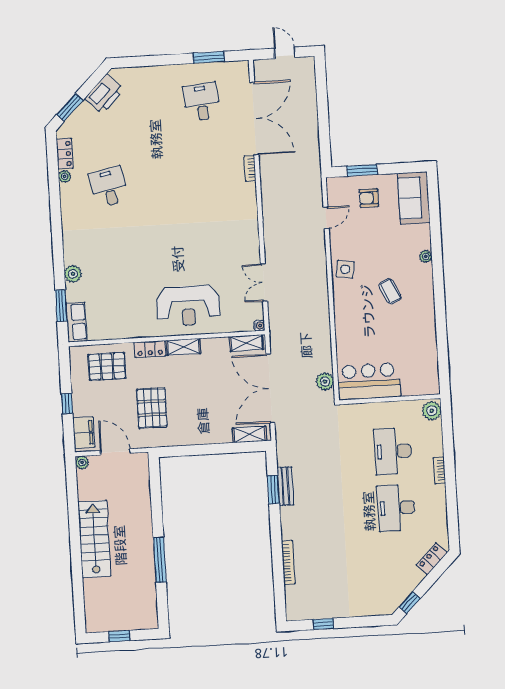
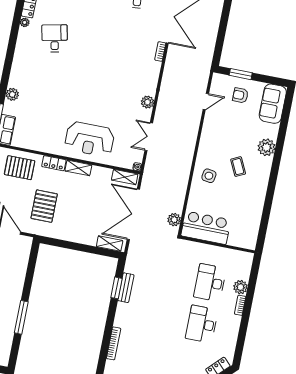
plant: (251, 238) -> (147, 102), added
plant: (426, 256) -> (266, 147), width x1.88, depth x1.88
side table: (345, 269) -> (209, 176), moved
plant: (432, 411) -> (241, 287), moved

